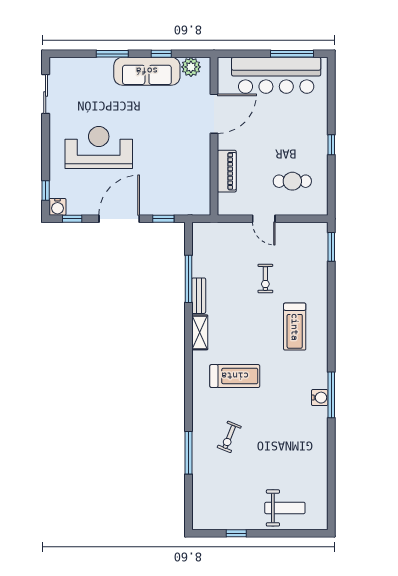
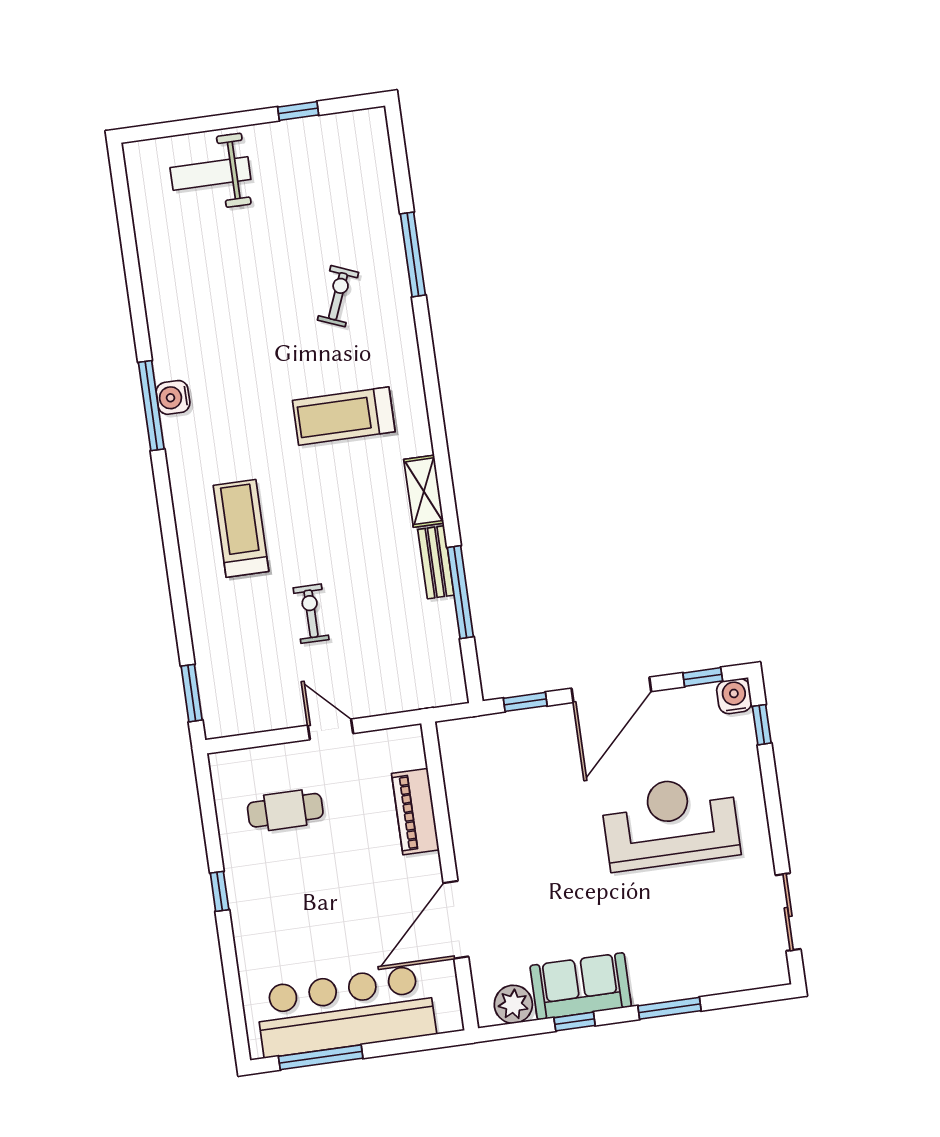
sofa: (147, 71) -> (581, 986), width x0.73
reception desk: (99, 147) -> (670, 823), turned 180

